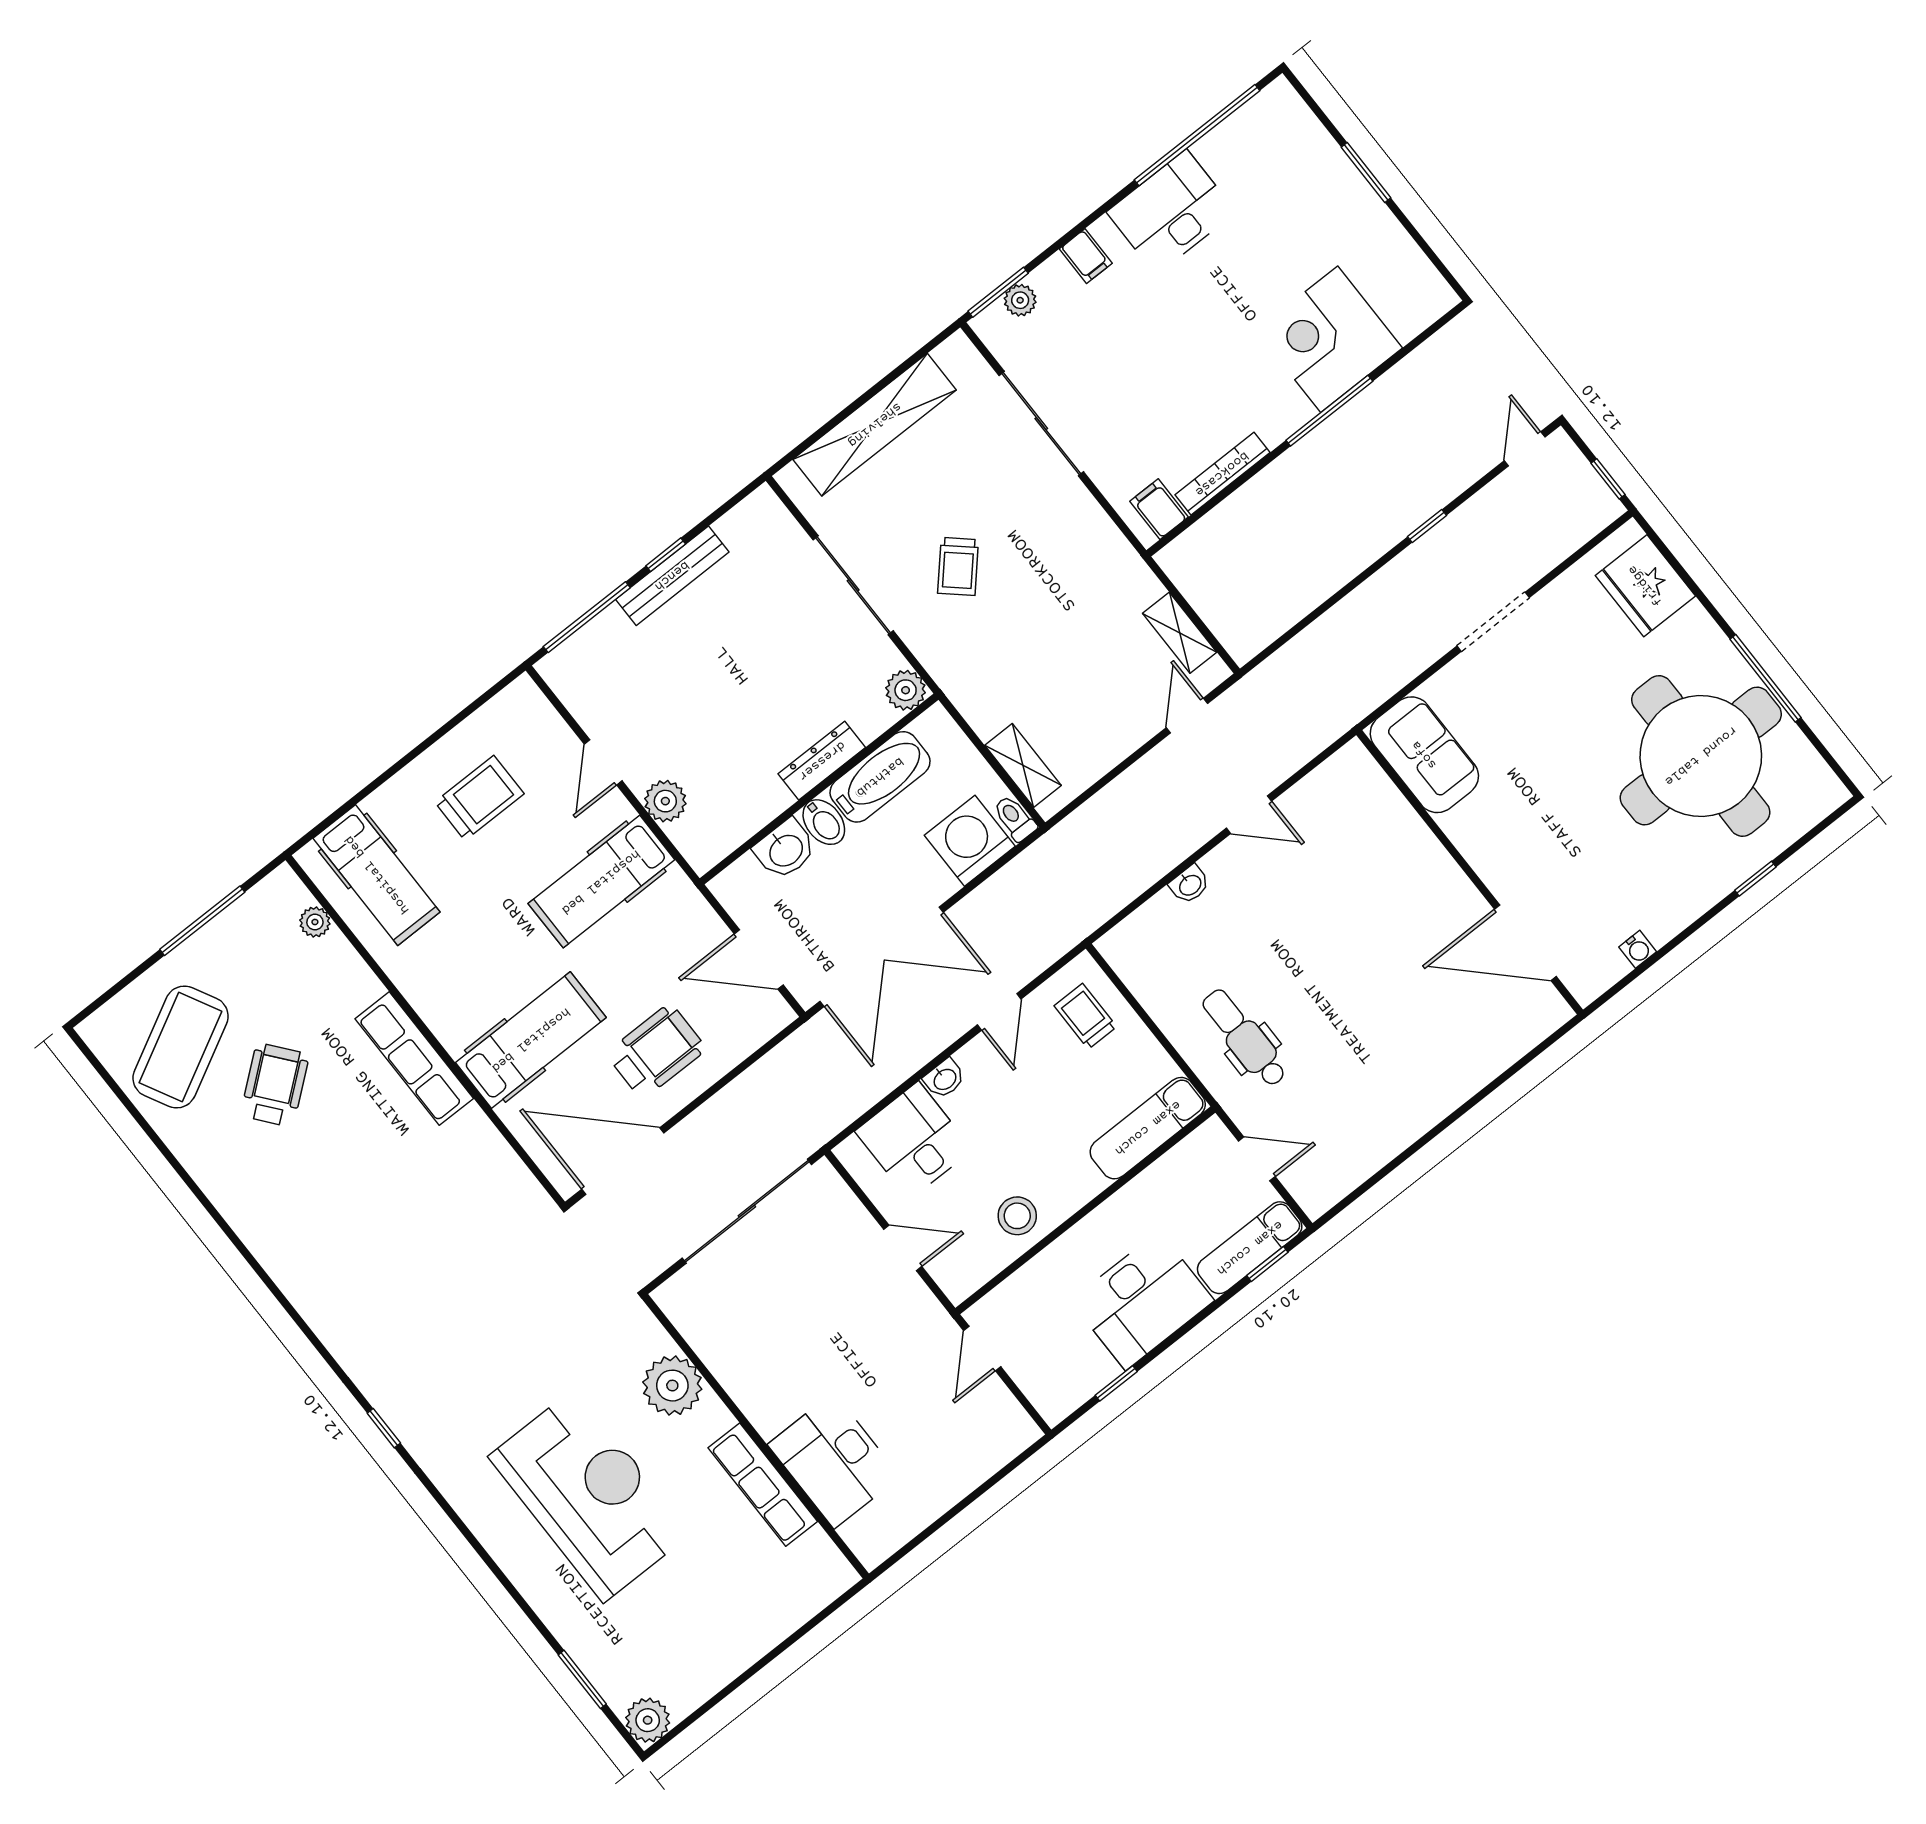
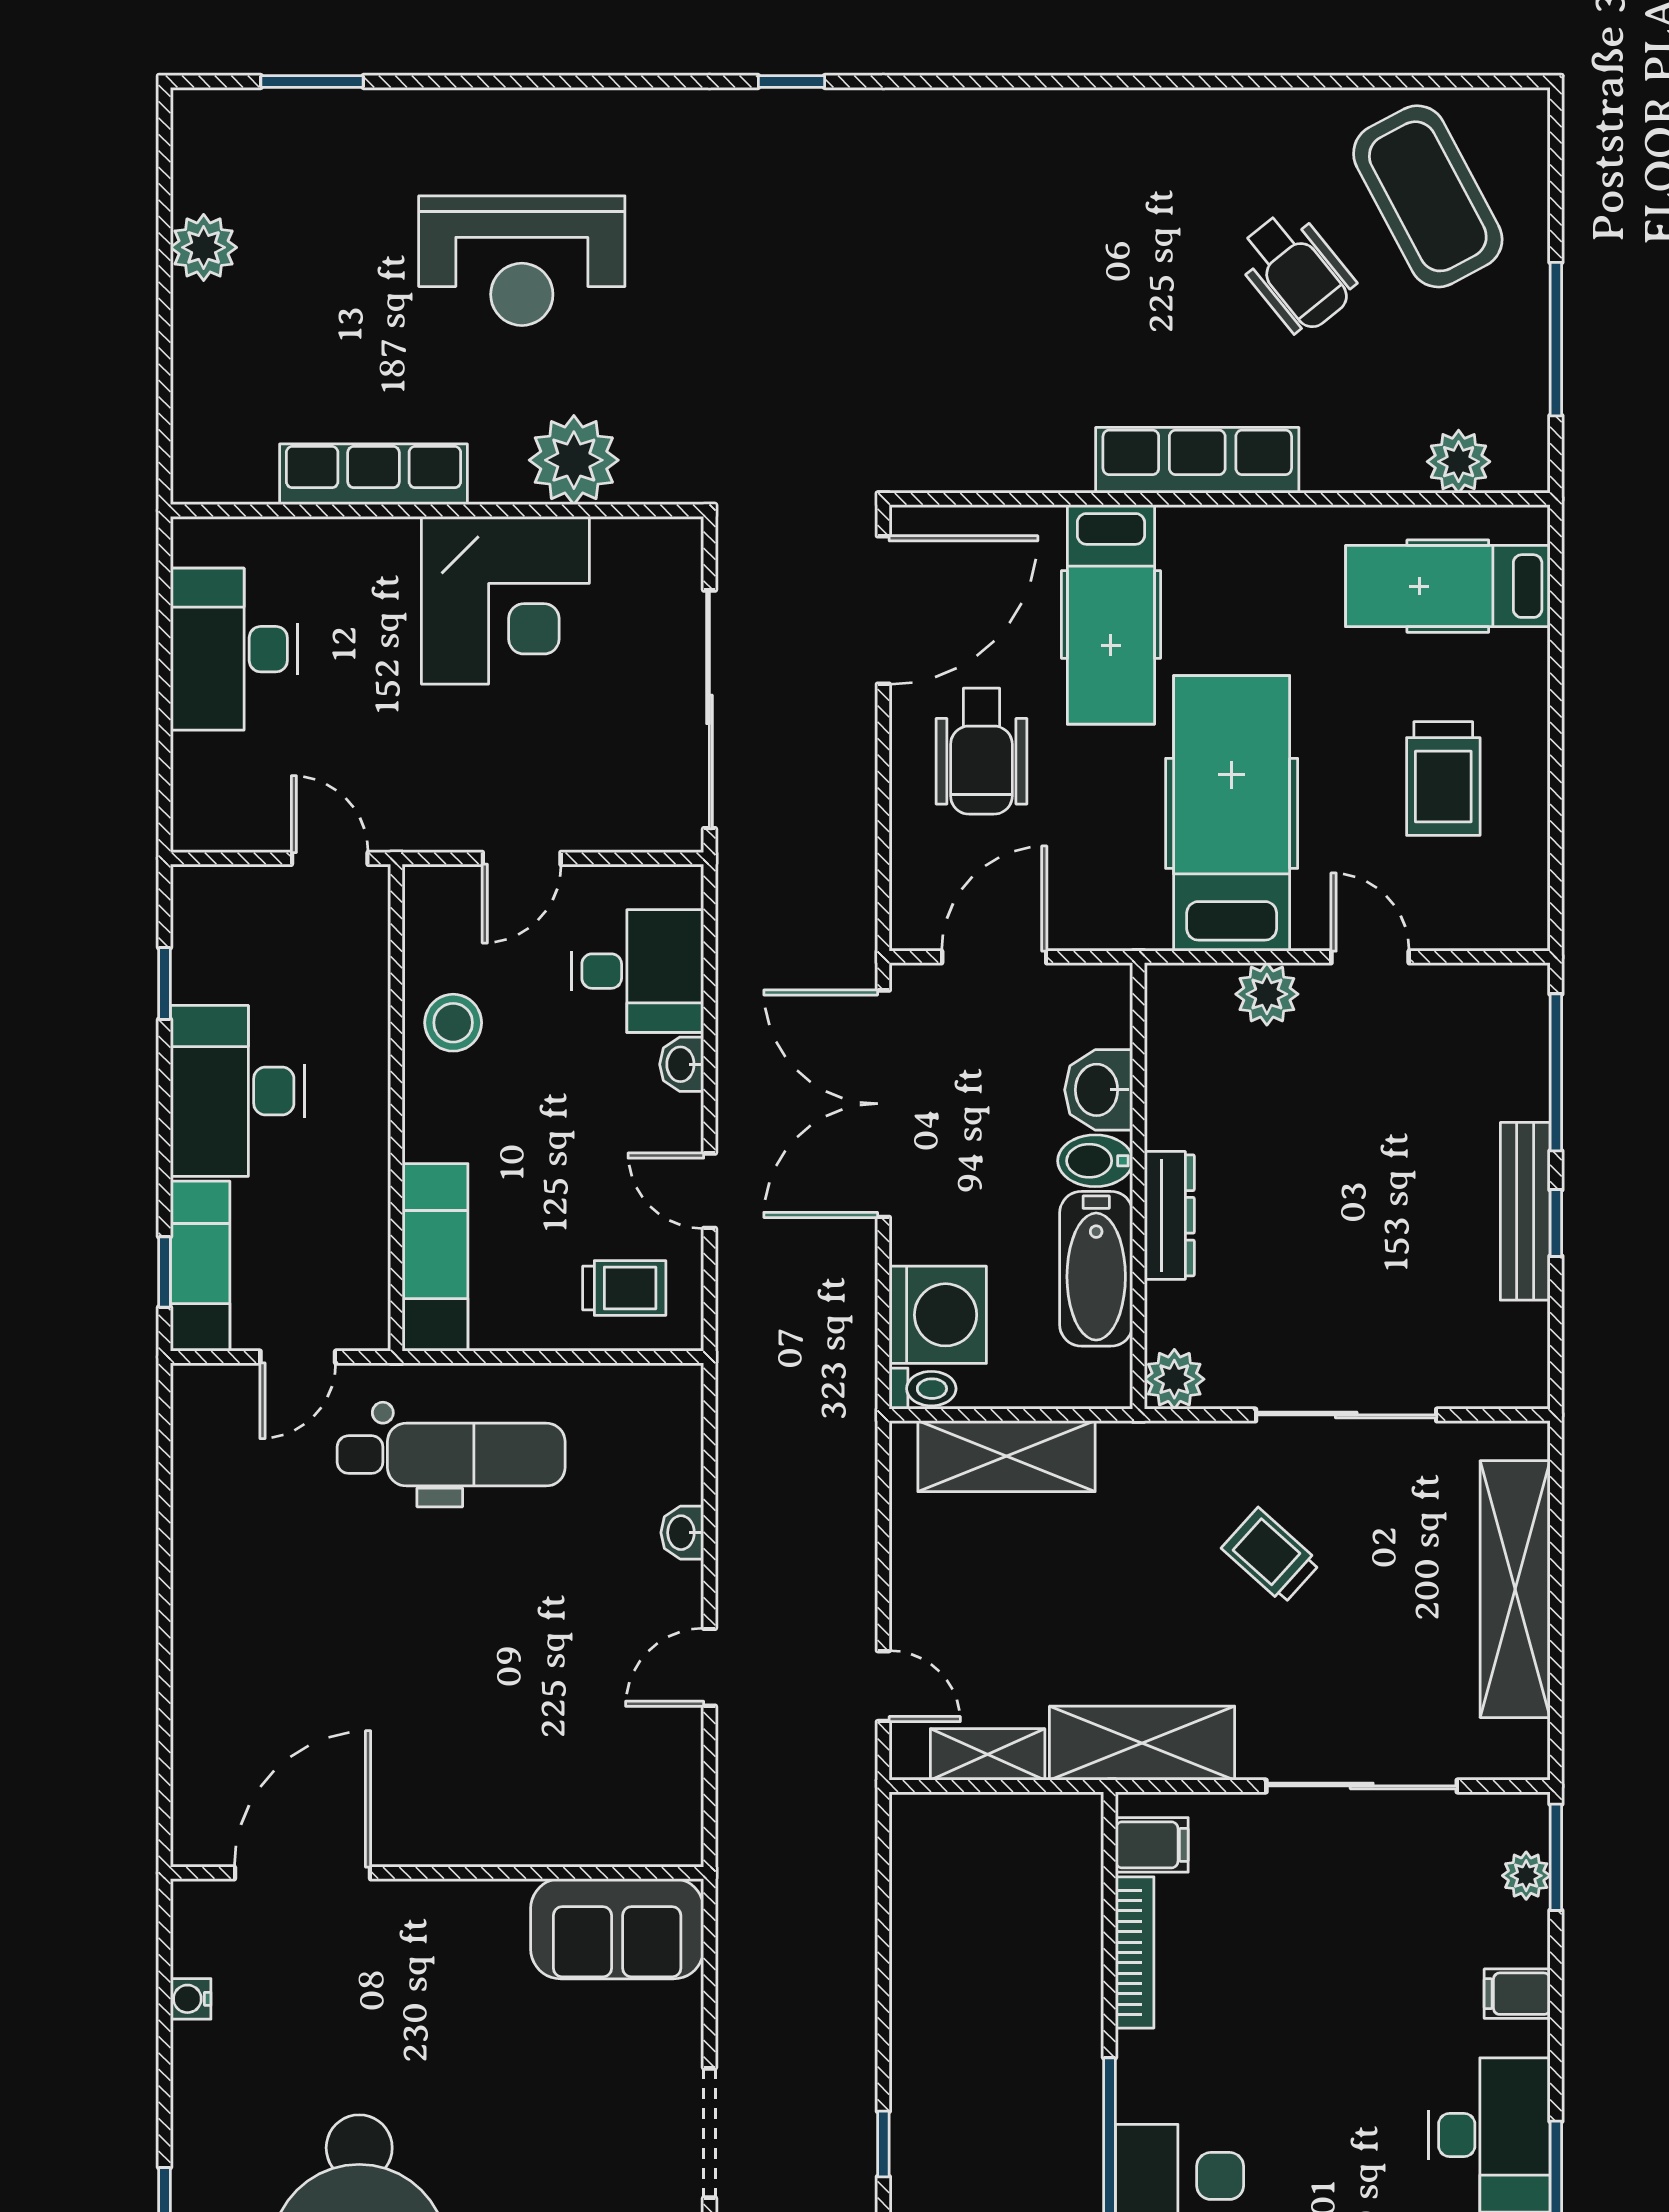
shelving: (1110, 556) -> (1142, 1743), added
shelving: (1023, 765) -> (1006, 1456), width x1.50, depth x1.33
hospital bed: (601, 882) -> (1232, 813), width x1.37, depth x1.29
plant: (315, 922) -> (1459, 462), width x1.38, depth x1.38
dental chair: (1244, 1038) -> (451, 1455), width x1.36, depth x1.38
corner desk: (774, 1363) -> (505, 600), added
desk: (834, 1461) -> (234, 649), moved, turned -90
reception desk: (589, 1495) -> (522, 261), width x0.74, depth x0.77
plant: (648, 1720) -> (204, 247), moved

